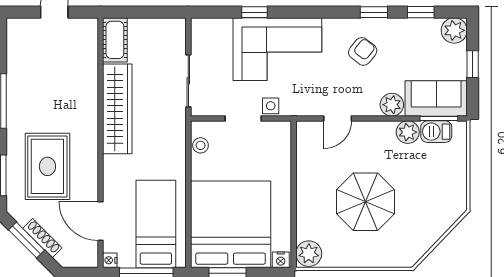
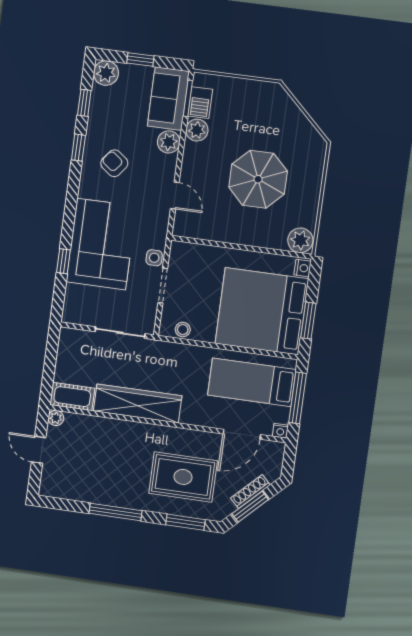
plant: (90, 26) -> (56, 418), added

